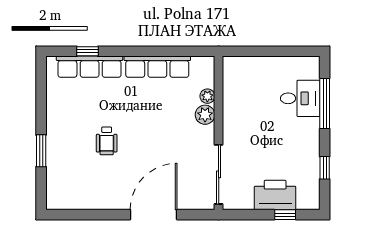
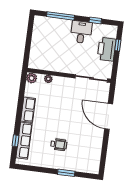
row of seats: (157, 67) -> (28, 110), width x0.68
desk: (300, 98) -> (81, 32), moved
plant: (205, 115) -> (32, 78), moved
wheelchair: (107, 141) -> (59, 145), moved

